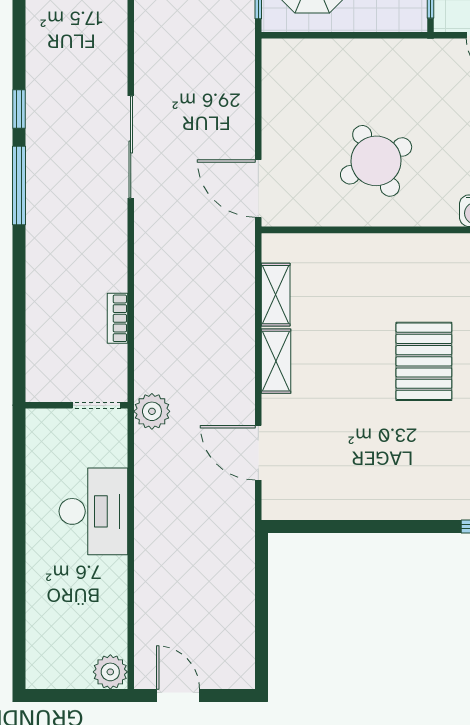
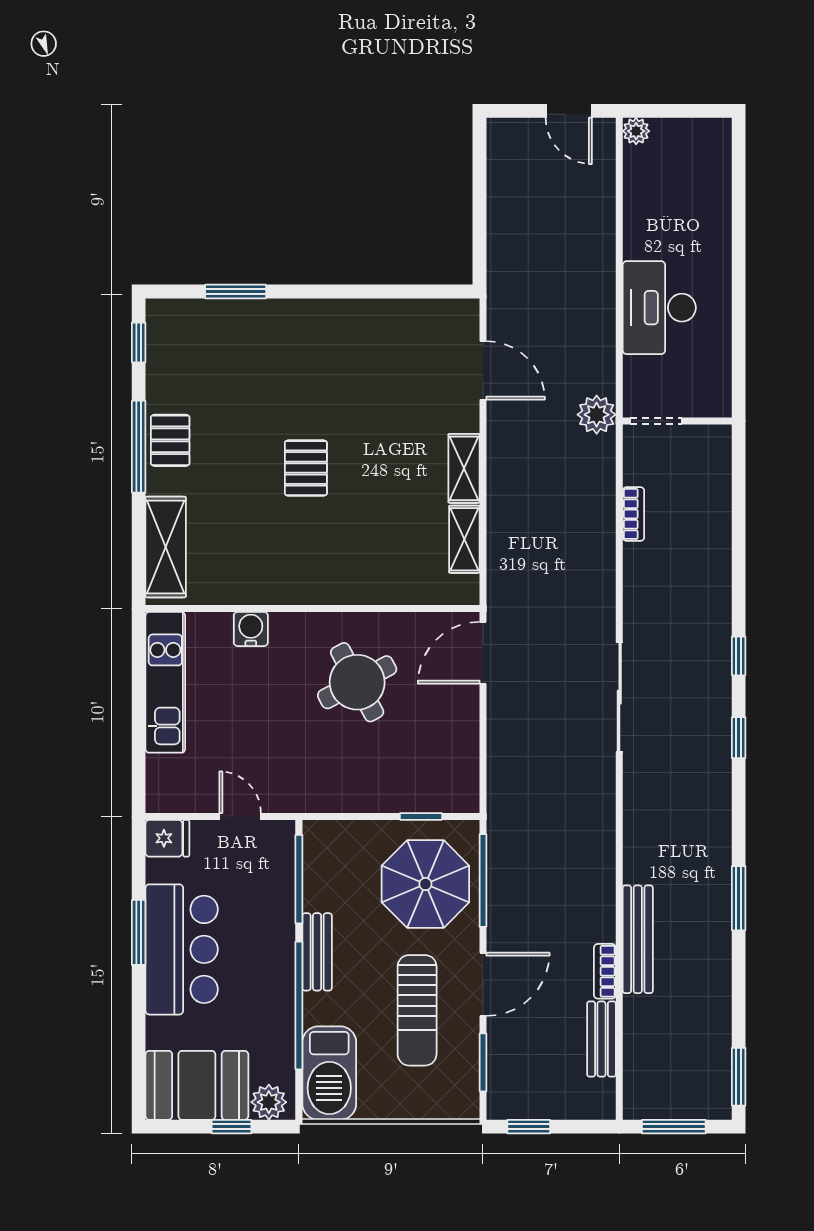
window: (316, 35) -> (421, 816), added
window: (19, 186) -> (739, 656), width x0.46
door: (258, 188) -> (483, 653), swing flipped
pallet: (424, 361) -> (306, 468), width x0.67, depth x0.71
plant: (110, 672) -> (636, 131), width x0.73, depth x0.73

